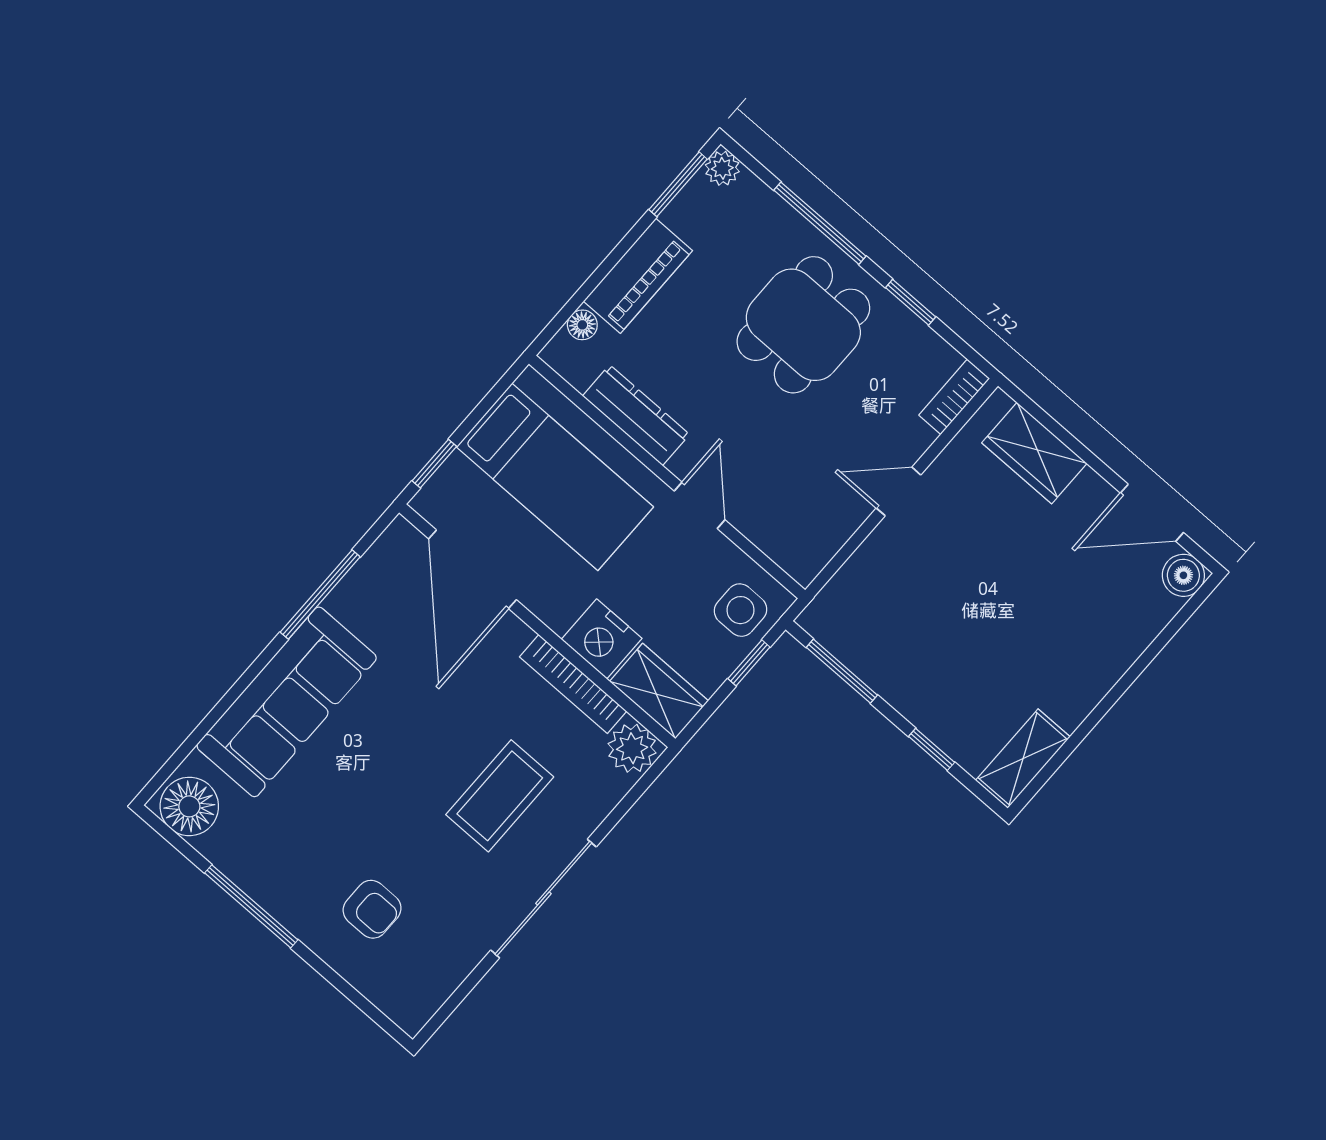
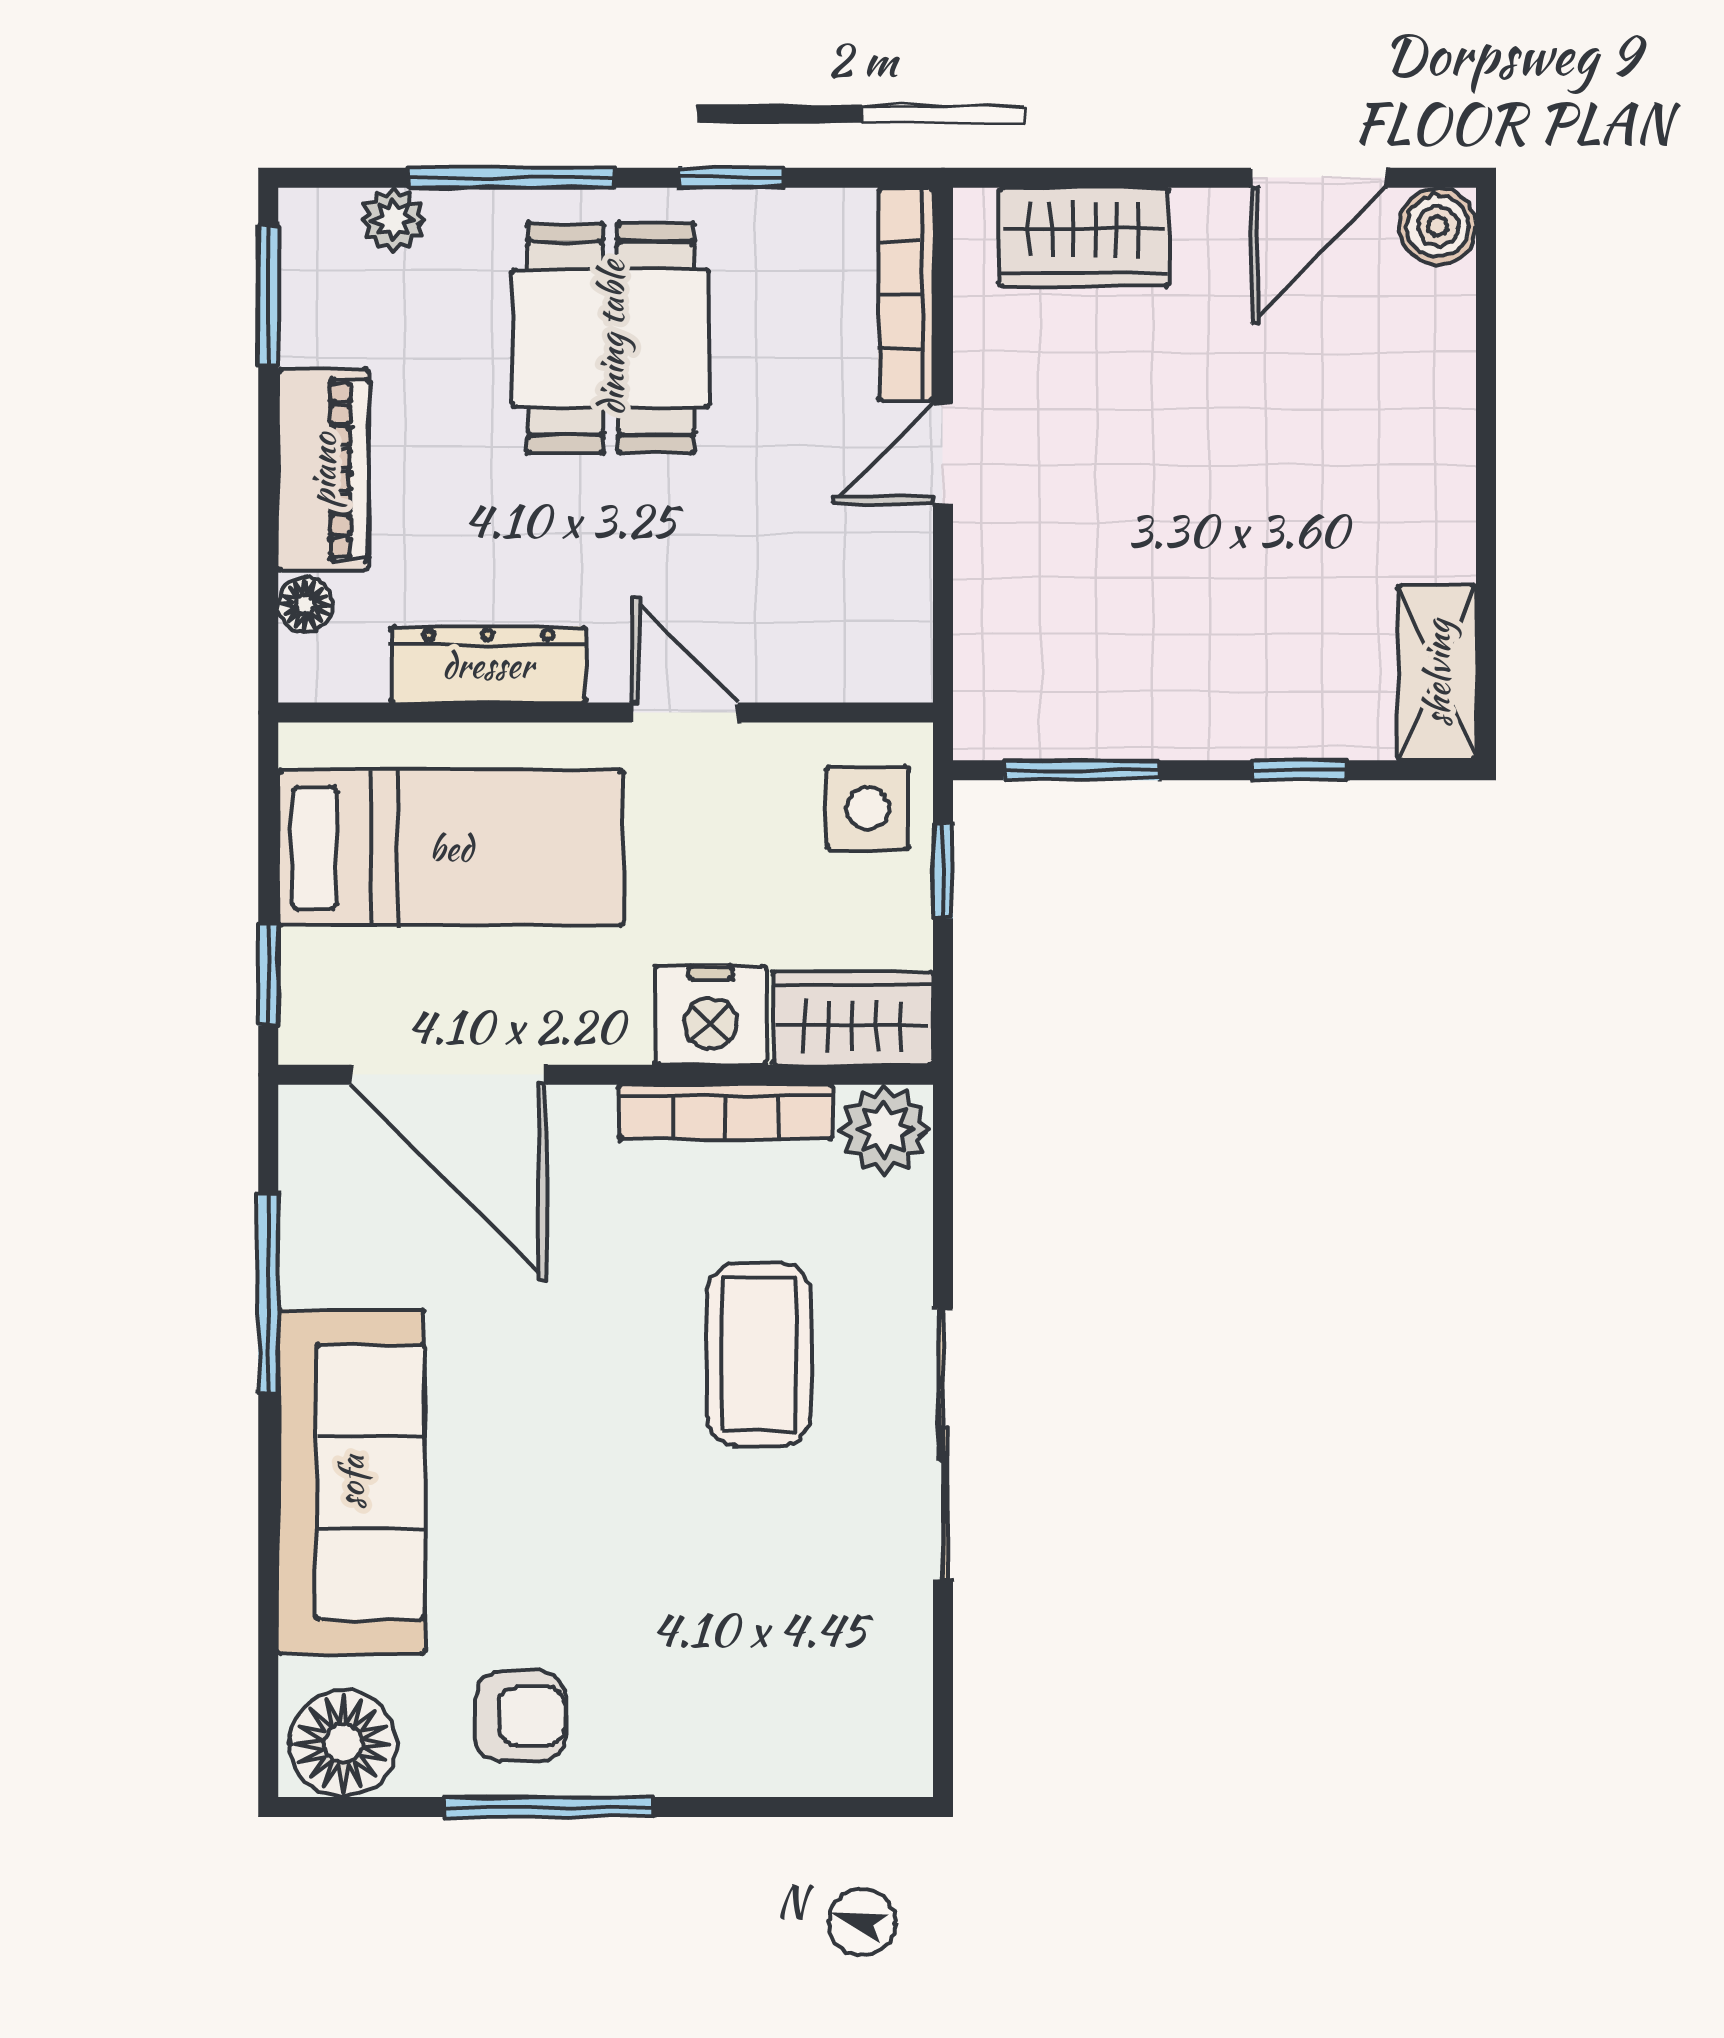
plant: (722, 168) -> (393, 220), moved
bookcase: (954, 397) -> (906, 294), width x1.56
armchair: (372, 909) -> (521, 1716), moved

